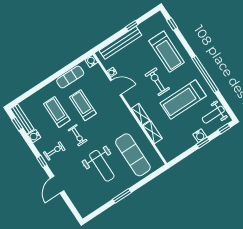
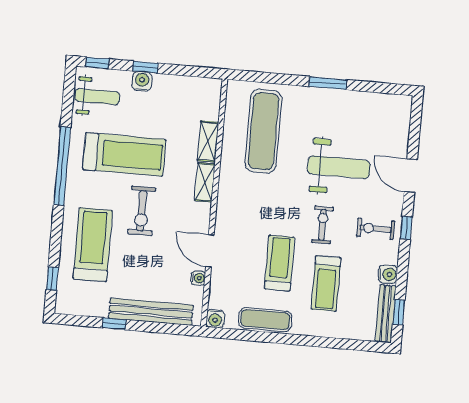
treadmill: (83, 105) -> (279, 263), turned 180
weight bench: (102, 166) -> (339, 167), moved, turned 90
door: (57, 185) -> (411, 176), swing flipped

